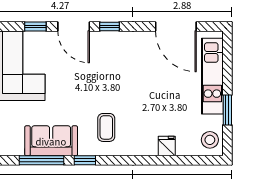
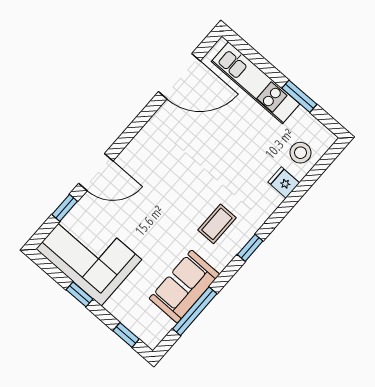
window: (109, 27) -> (125, 139), removed
coffee table: (106, 127) -> (217, 224), turned 90
stool: (210, 140) -> (301, 153), moved
window: (85, 160) -> (250, 248), moved

